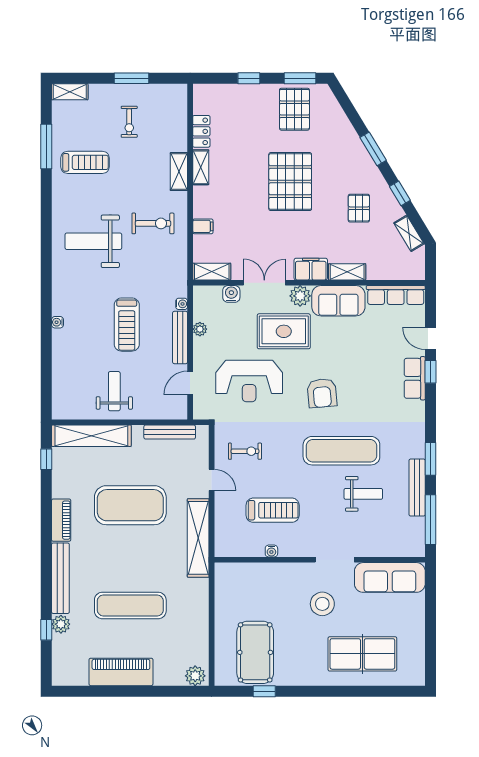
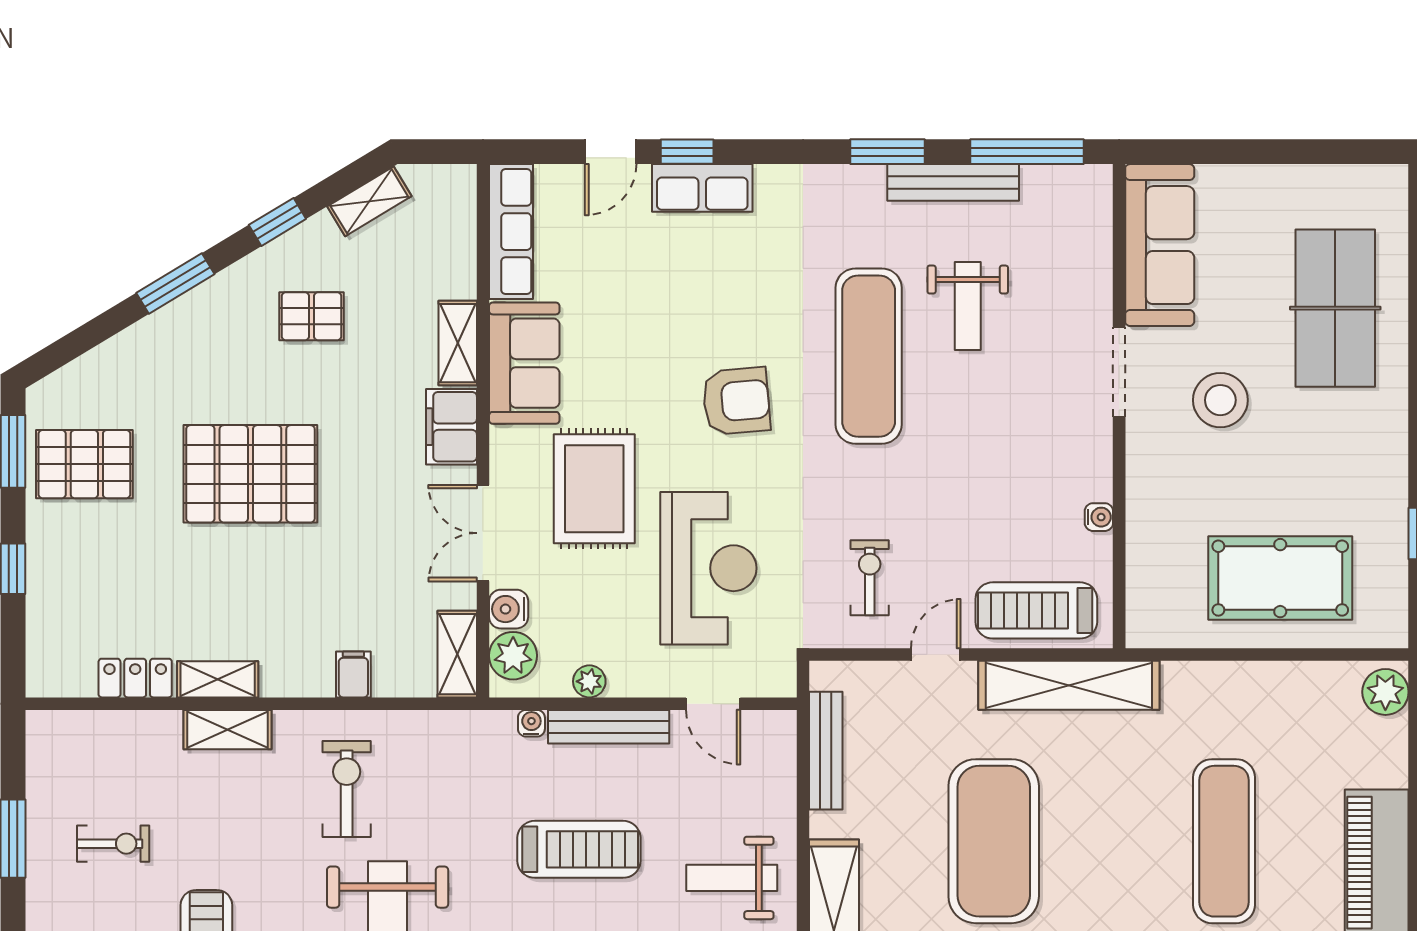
plant: (300, 296) -> (513, 656), moved
weight bench: (363, 494) -> (968, 306), turned 180
treadmill: (273, 510) -> (1036, 610), moved, turned -90
pool table: (255, 652) -> (1280, 578), moved

